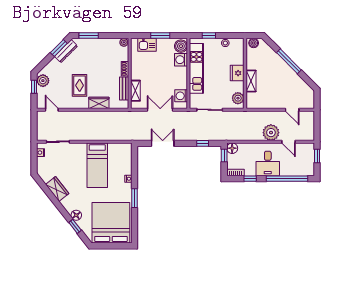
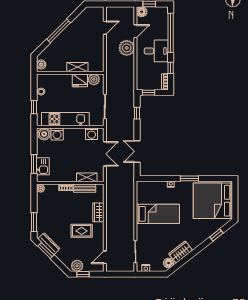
window: (160, 36) -> (34, 164), moved
fridge: (237, 73) -> (80, 80), moved
double door: (160, 110) -> (105, 154), swing flipped
floor lamp: (232, 148) -> (142, 12), moved
floor lamp: (76, 215) -> (169, 263), moved

